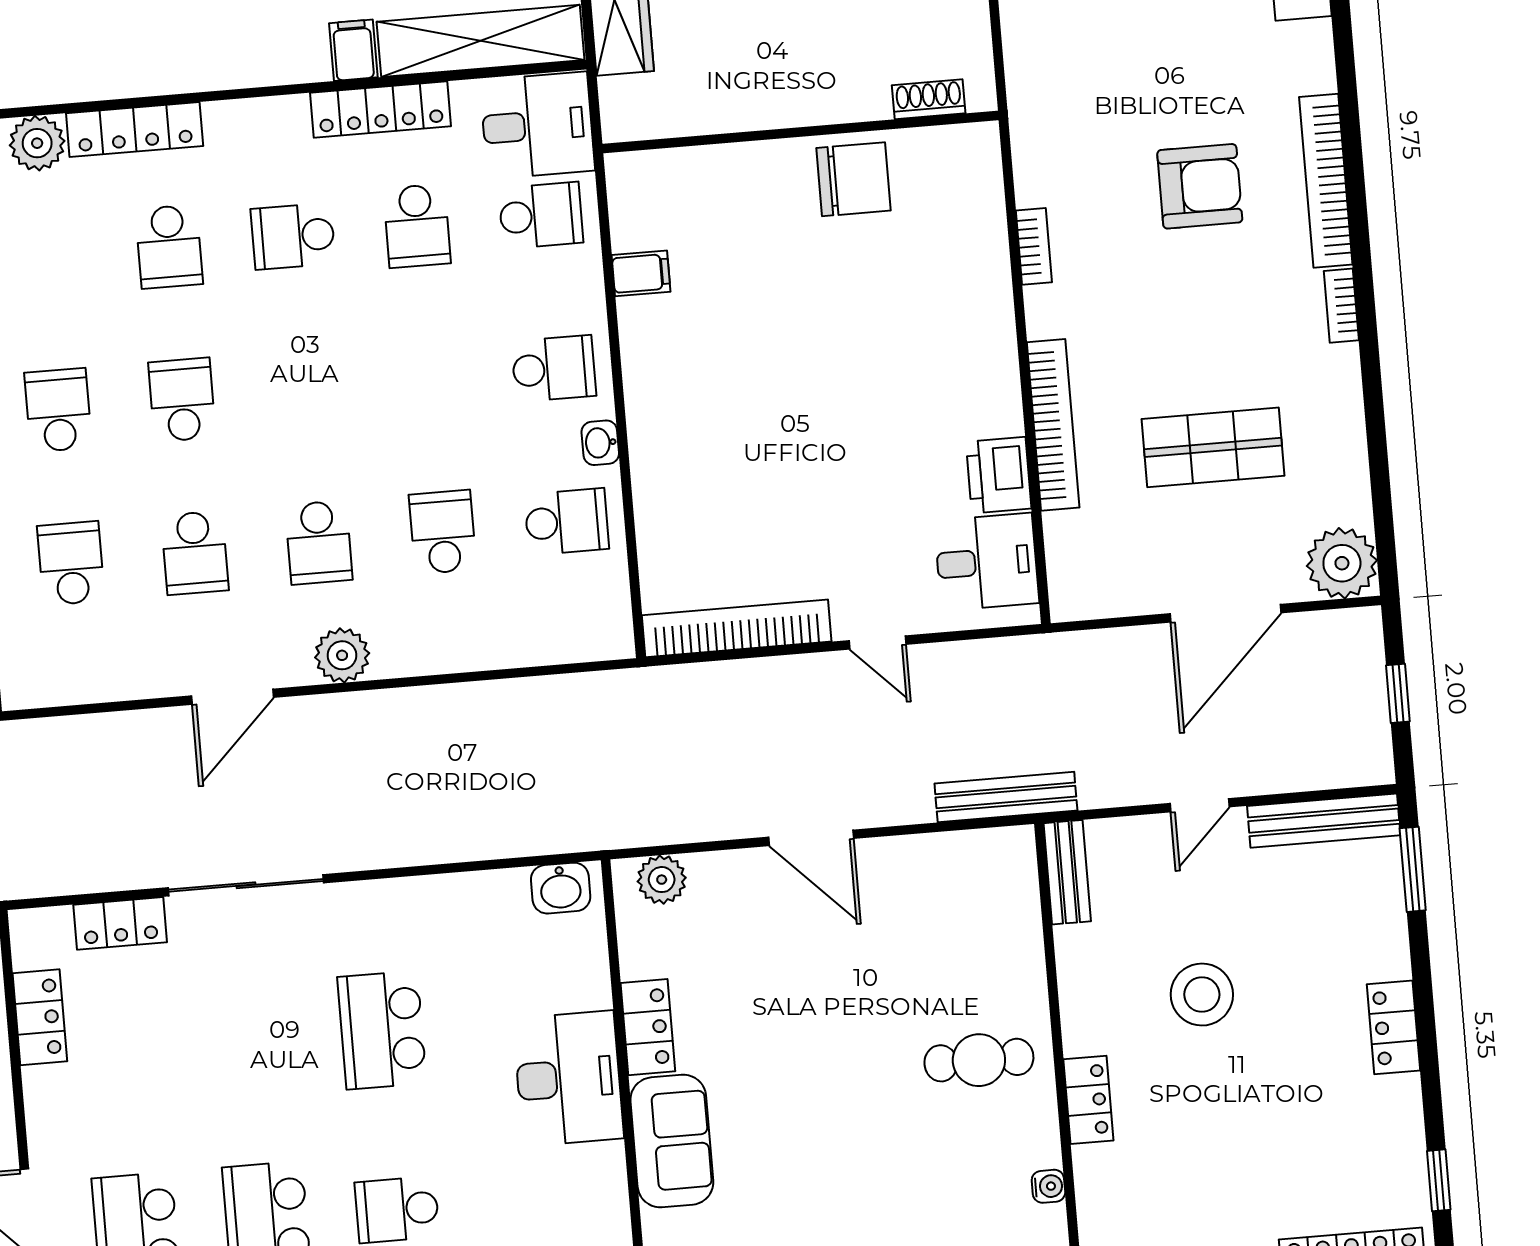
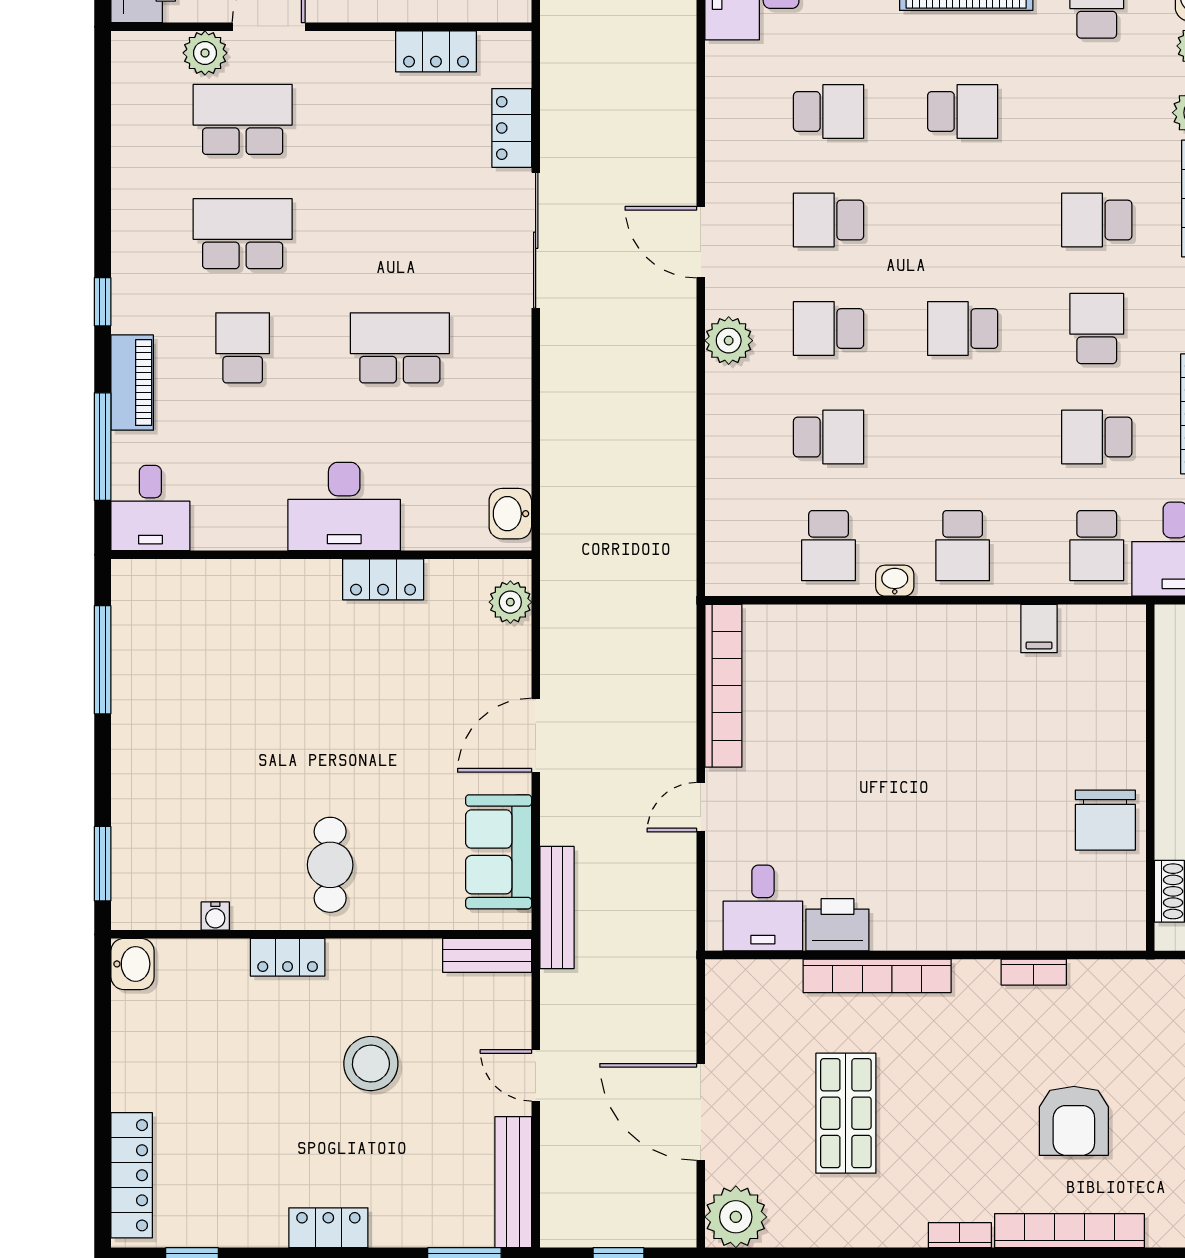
school desk: (182, 400) -> (963, 329), moved, turned 180
sofa: (672, 1141) -> (499, 852), moved, turned 90

